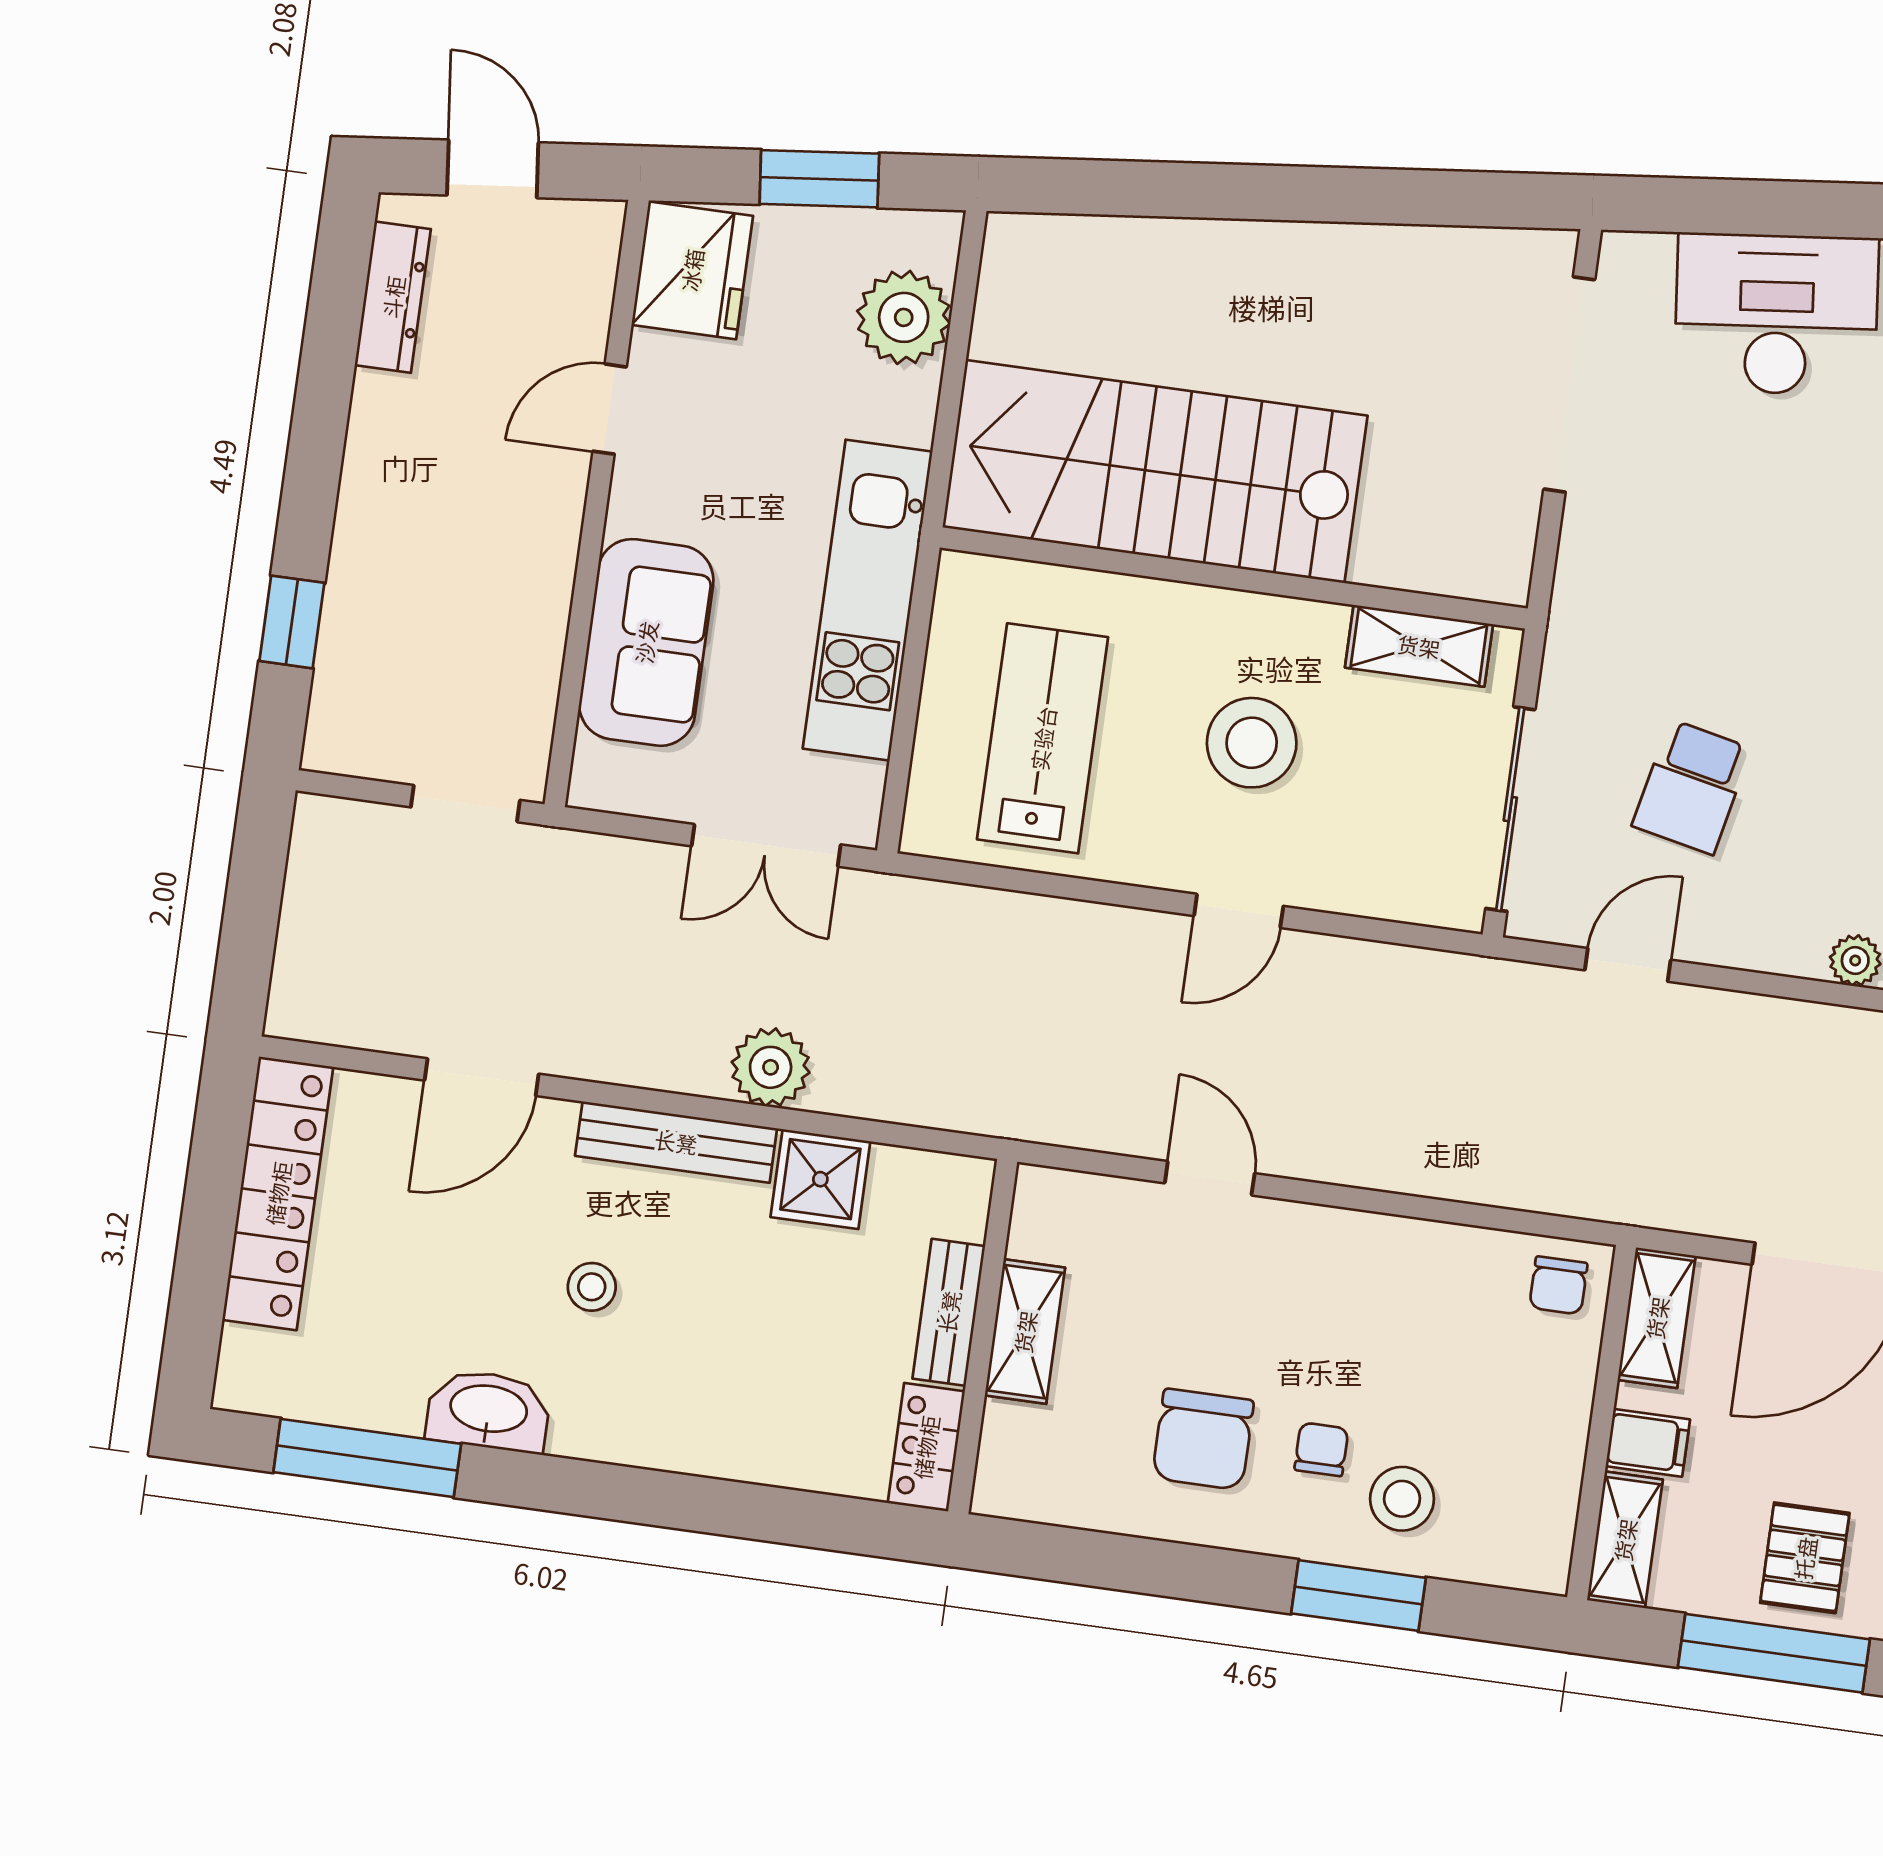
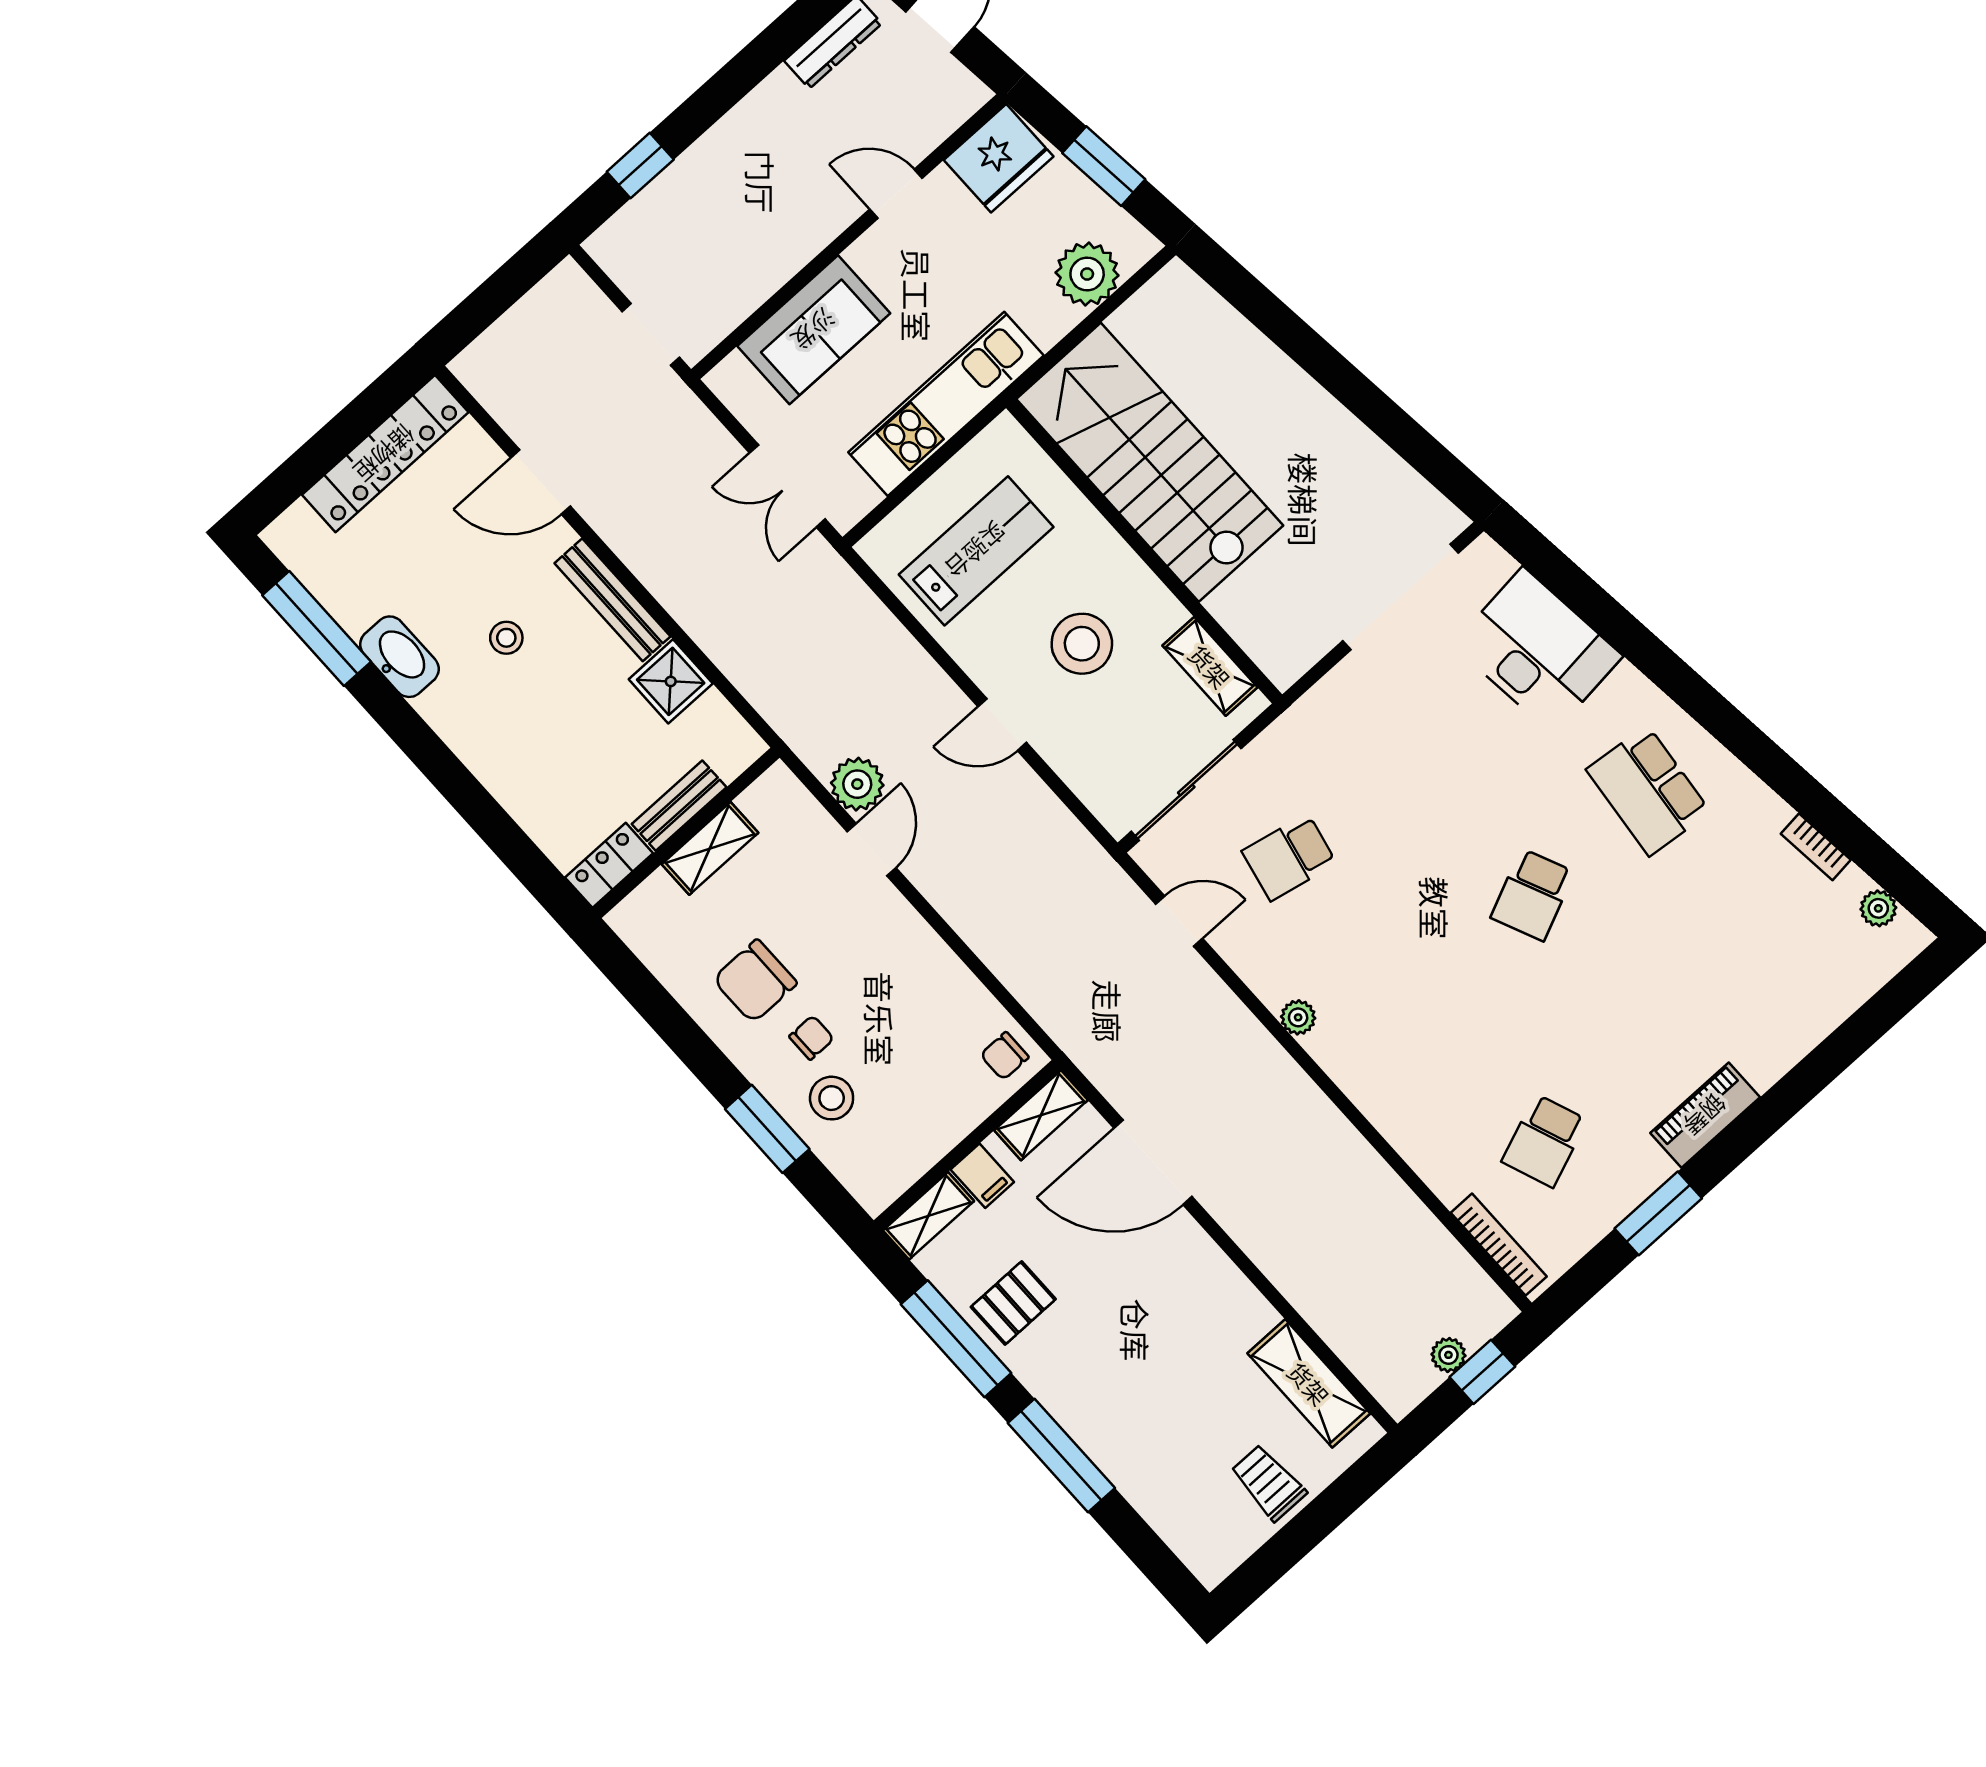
plant: (771, 1067) -> (857, 784), moved

